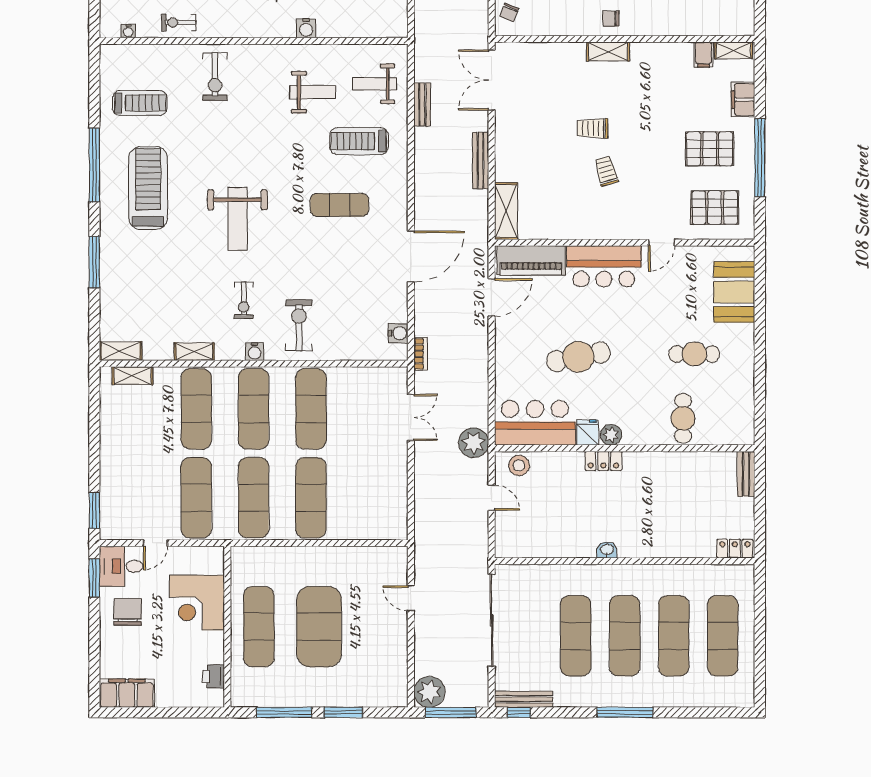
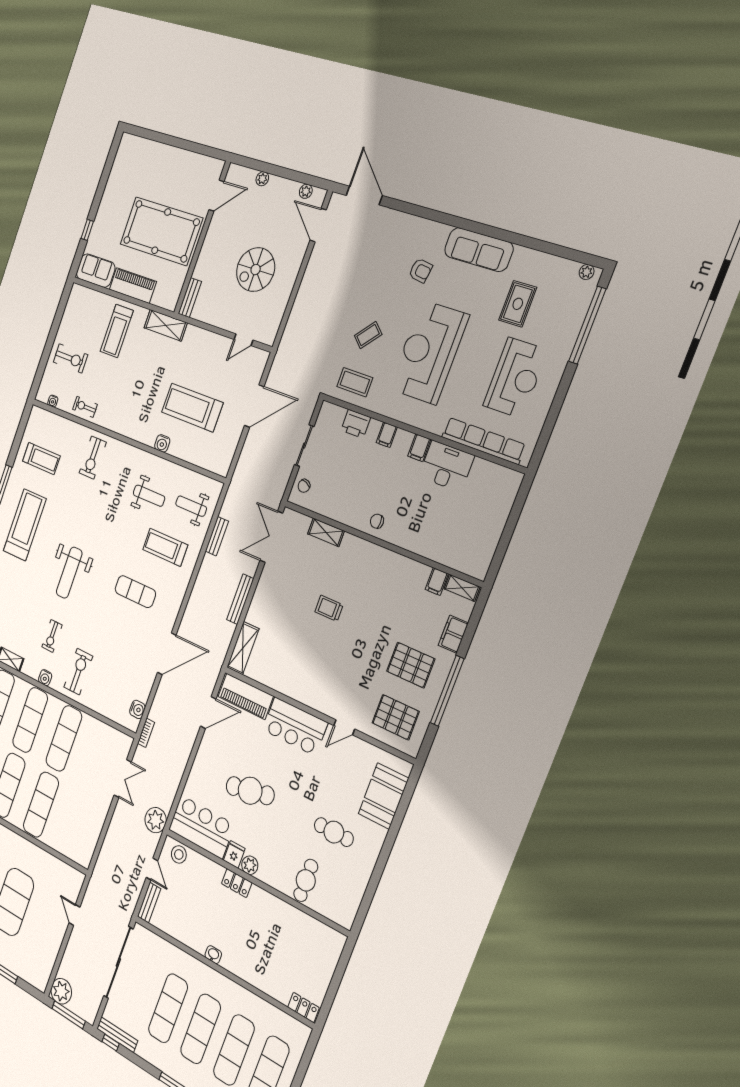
shelving: (608, 51) -> (326, 532), moved
trolley: (606, 171) -> (326, 648), removed
bench: (746, 474) -> (149, 903), moved

